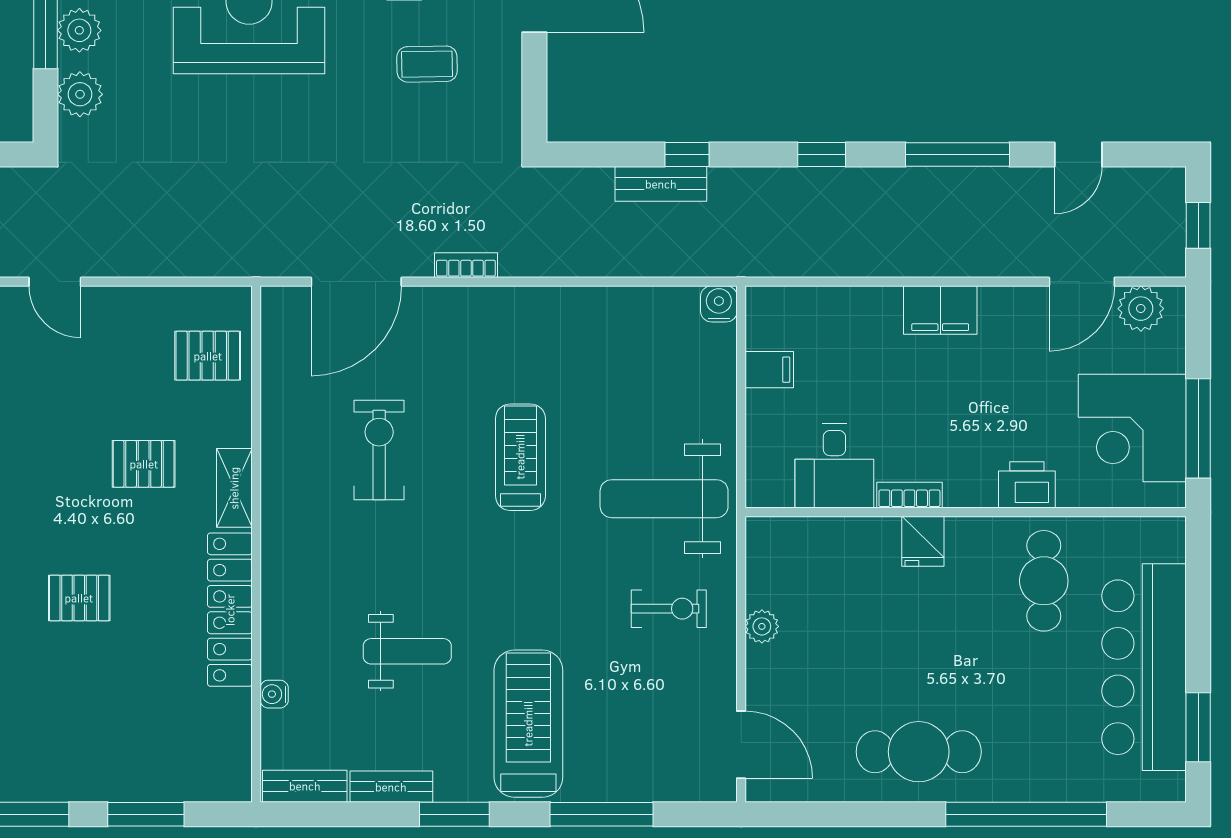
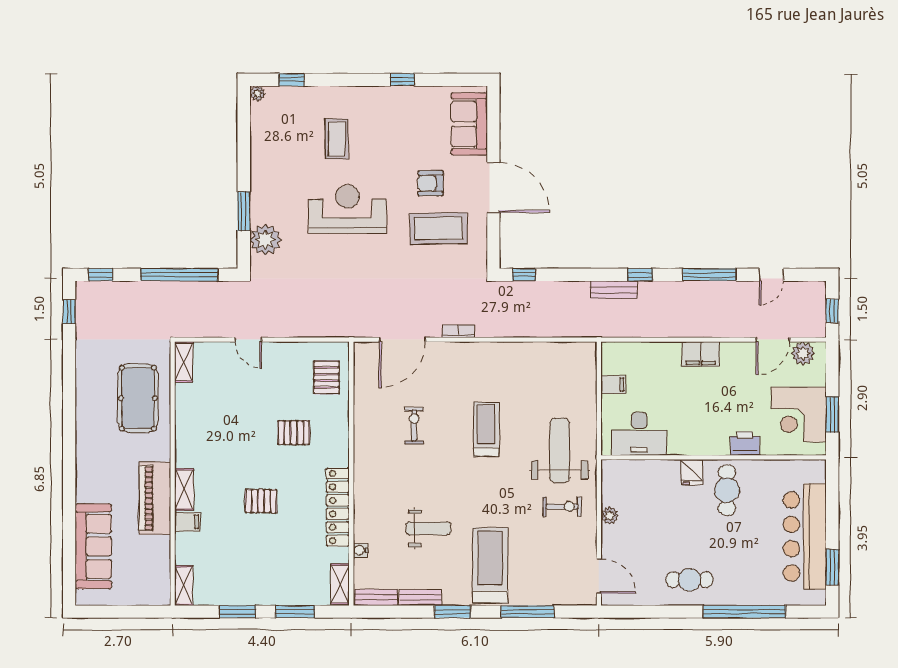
plant: (79, 30) -> (261, 211), removed
coffee table: (427, 64) -> (439, 228), width x1.86, depth x1.72
plant: (80, 94) -> (265, 240), width x1.36, depth x1.36
window: (687, 155) -> (524, 275), moved
bench: (661, 184) -> (614, 290), moved
water cooler: (719, 304) -> (588, 351), removed
pallet: (208, 356) -> (326, 377), turned 90
window: (1198, 428) -> (832, 415), width x0.69
exercise bike: (379, 450) -> (414, 426), width x0.73, depth x0.72
desk: (834, 466) -> (639, 434), width x1.37
shelving: (234, 488) -> (340, 584), moved
bookcase: (909, 495) -> (685, 449), removed
weight bench: (664, 499) -> (560, 450), turned 90
cafe table: (1044, 581) -> (727, 490), moved
cafe table: (919, 752) -> (690, 580), width x0.73, depth x0.74

